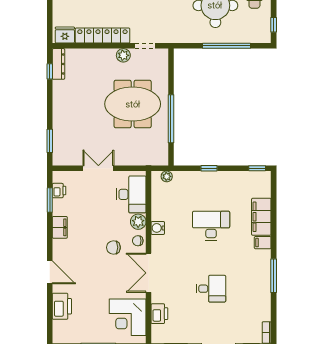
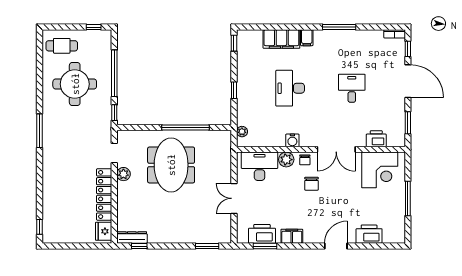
window: (186, 46) -> (114, 113), added
printer: (59, 191) -> (262, 234), width x1.87, depth x1.48

